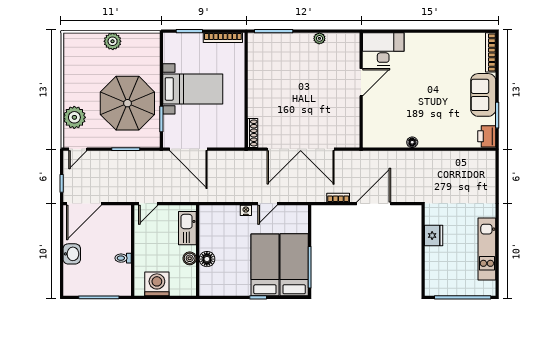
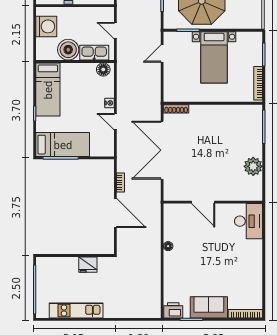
plant: (319, 38) -> (253, 166), width x1.87, depth x1.87
door: (361, 82) -> (203, 202), moved
door: (188, 149) -> (162, 54), width x0.53
door: (148, 204) -> (115, 31), moved
boiler: (190, 258) -> (68, 50), width x1.86, depth x1.86
floor lamp: (207, 259) -> (103, 70), moved
bed: (265, 265) -> (48, 90), moved, turned 90

